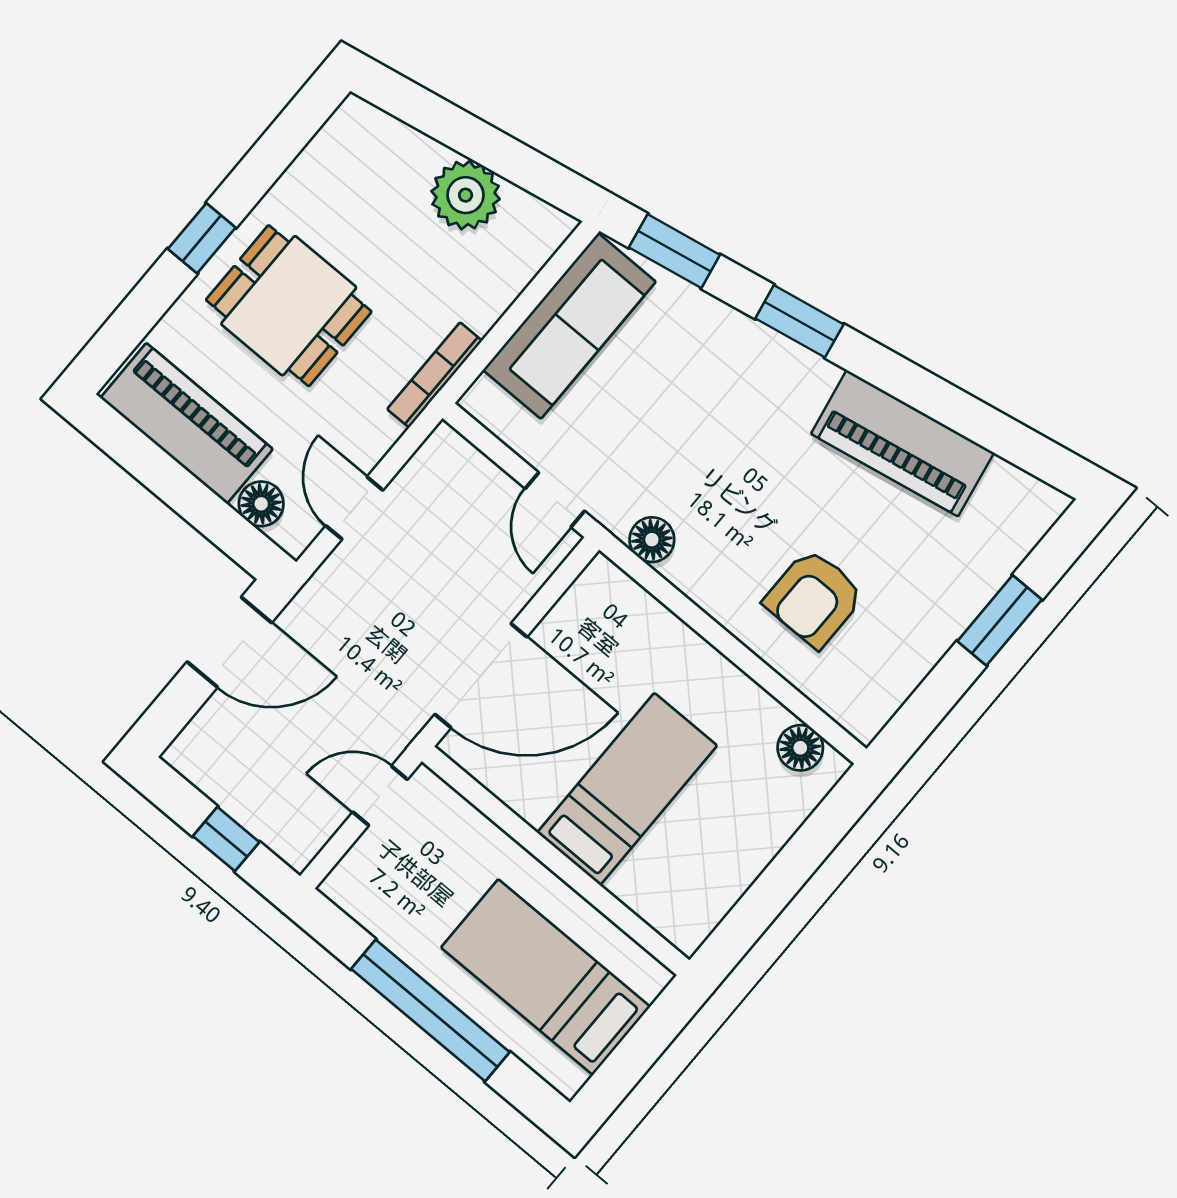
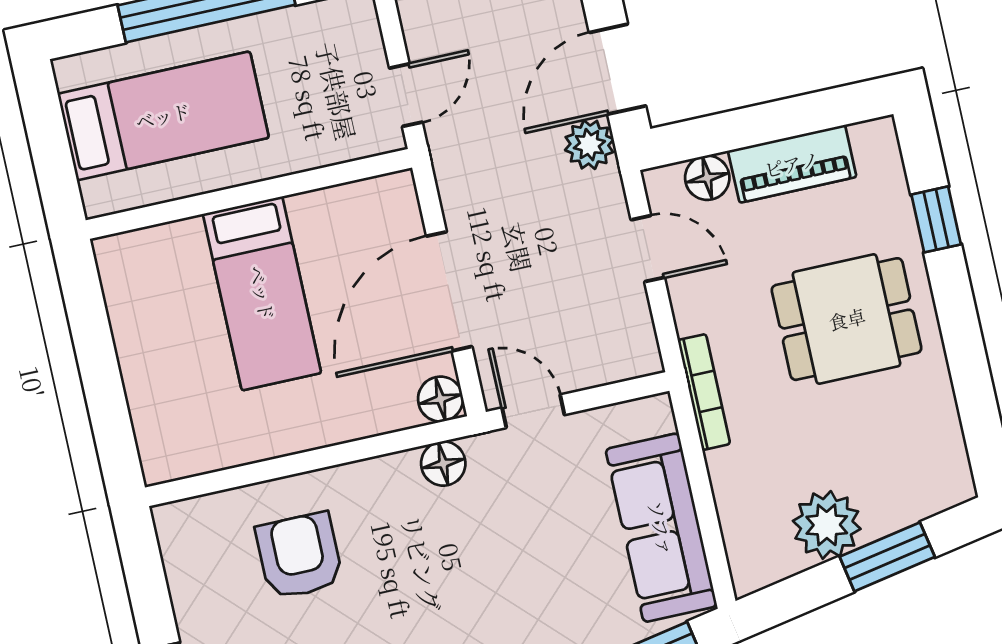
window: (454, 127) -> (887, 557), added
window: (202, 238) -> (936, 219), moved
piano: (187, 423) -> (792, 164), width x0.73, depth x0.75
plant: (307, 619) -> (589, 145), added
door: (481, 676) -> (449, 291), moved
floor lamp: (800, 748) -> (441, 399), moved

